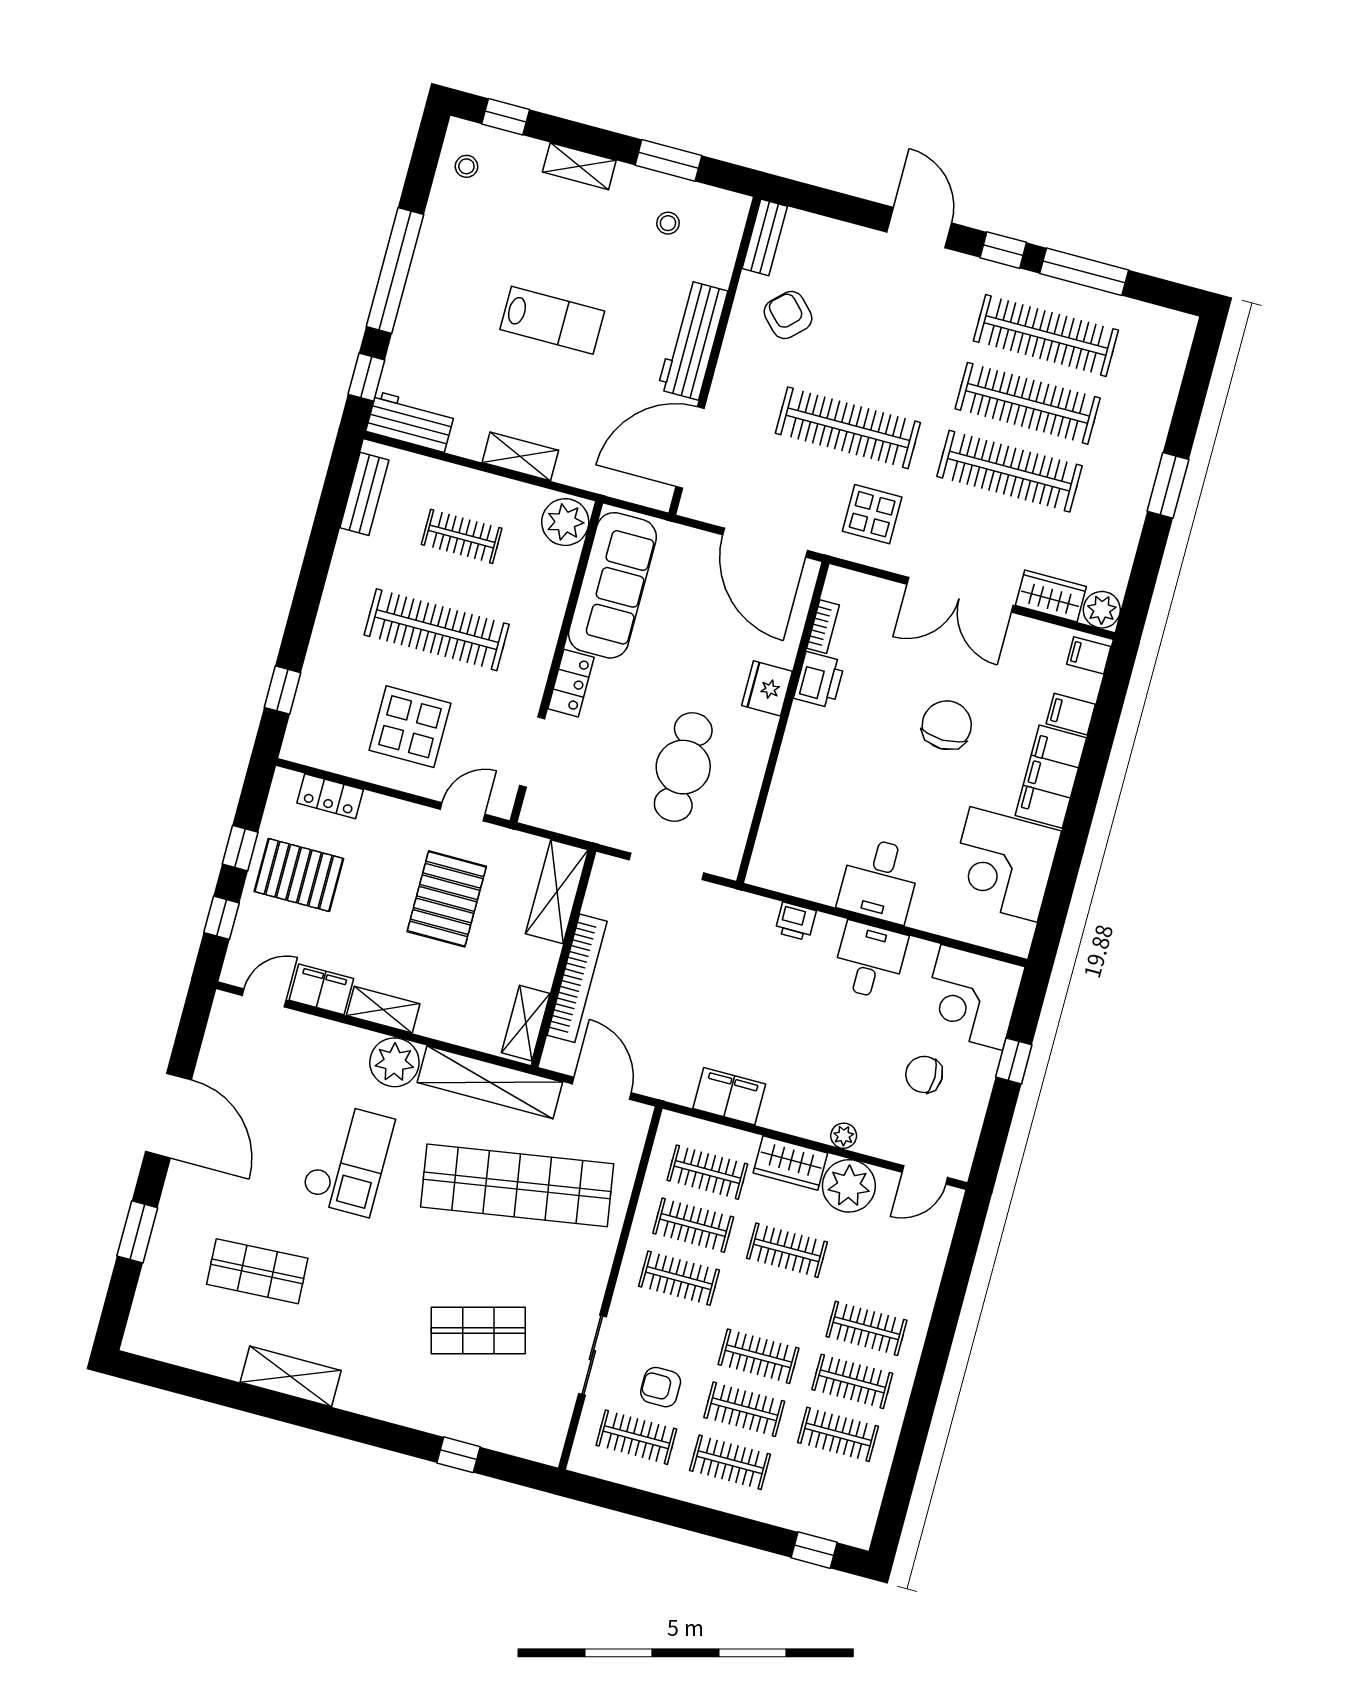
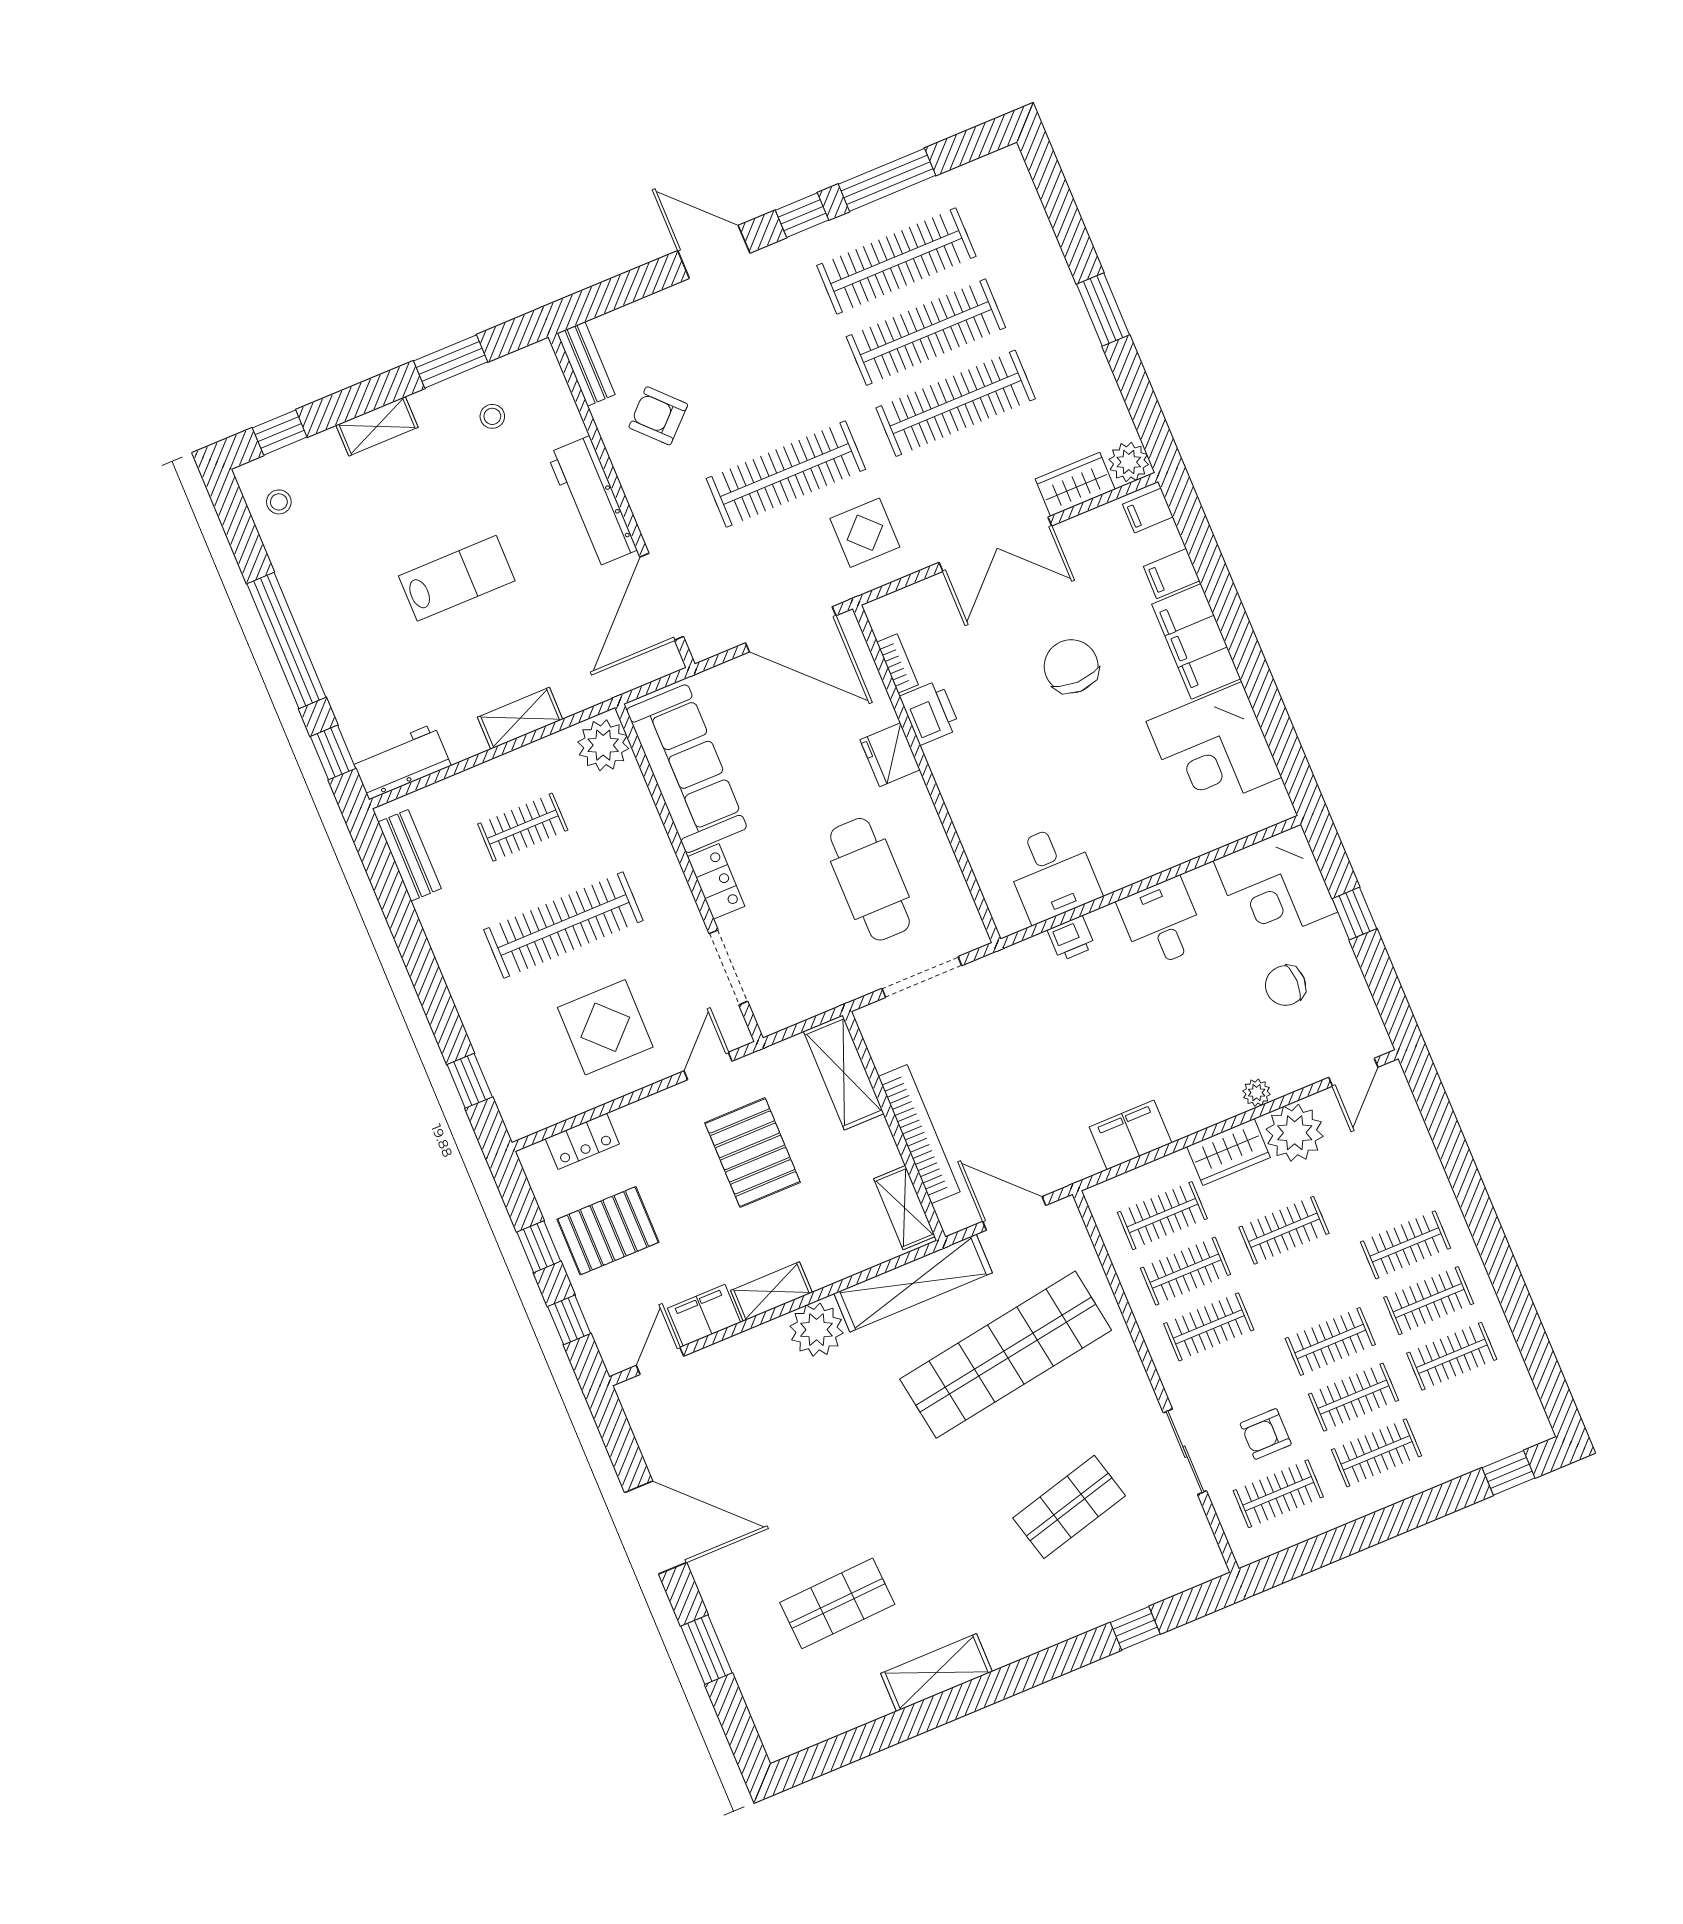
desk: (880, 880) -> (1052, 873), moved
checkout: (348, 1159) -> (841, 1445), removed

